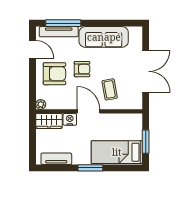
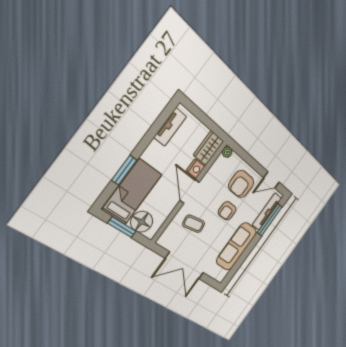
door: (88, 111) -> (190, 191), swing flipped
floor lamp: (133, 130) -> (142, 222), added
window: (90, 168) -> (124, 170), moved

